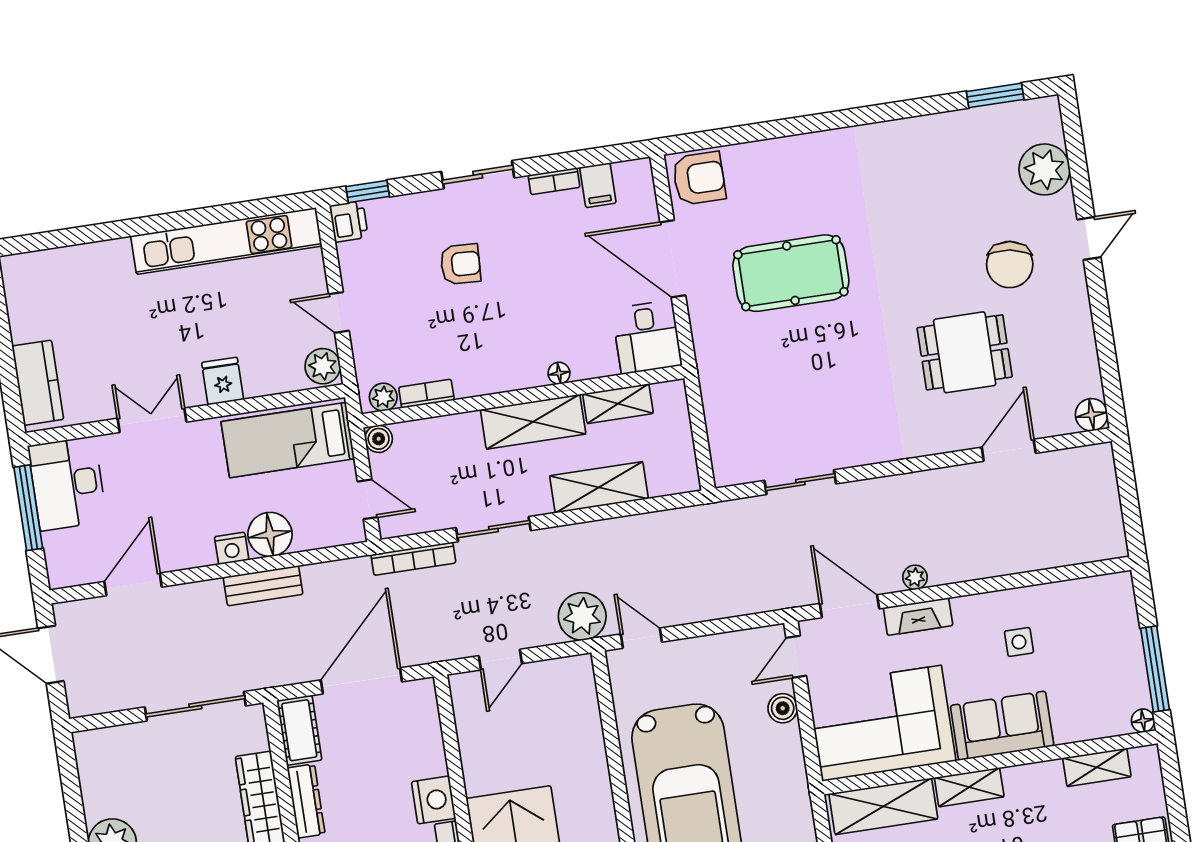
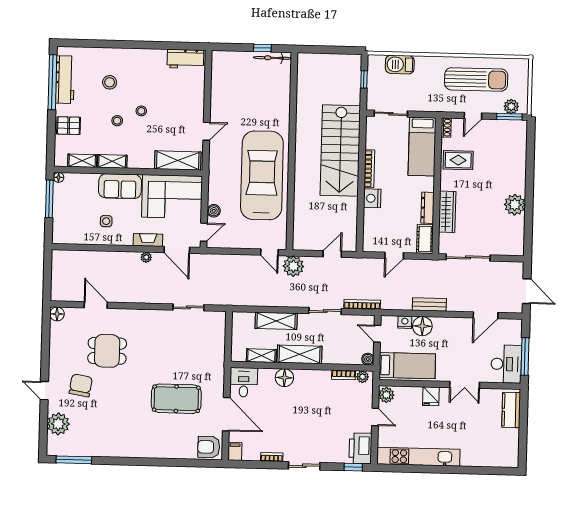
window: (995, 95) -> (74, 460), width x1.44
filing cabinet: (598, 185) -> (235, 451), moved
printer: (349, 221) -> (360, 448), width x1.87, depth x1.48
door: (1089, 238) -> (44, 391), hinge flipped
armchair: (460, 264) -> (319, 428), removed
floor lamp: (559, 373) -> (284, 378), width x1.89, depth x1.89
door: (1009, 450) -> (96, 305), swing flipped
nightstand: (232, 548) -> (405, 322), moved
door: (361, 681) -> (394, 256), width x0.53
shelving: (969, 787) -> (112, 161), moved

